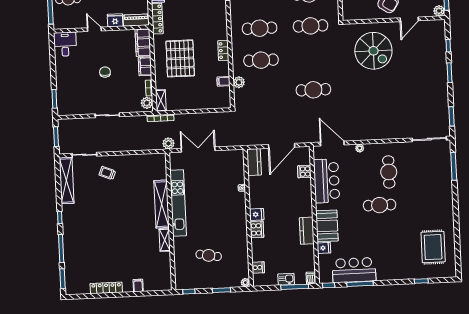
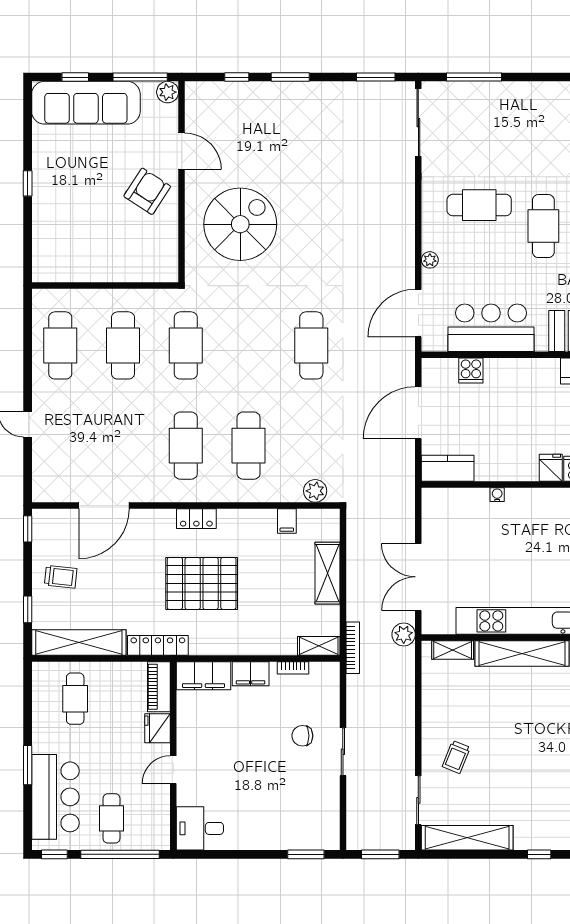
locker: (223, 50) -> (196, 519), moved
pallet: (180, 58) -> (202, 583), moved
chair: (105, 72) -> (302, 736), moved
plant: (239, 82) -> (315, 491), moved
plant: (147, 103) -> (322, 673), removed
shelving: (198, 103) -> (327, 573), added
door: (282, 146) -> (418, 413), swing flipped
shelving: (162, 169) -> (453, 650), added

